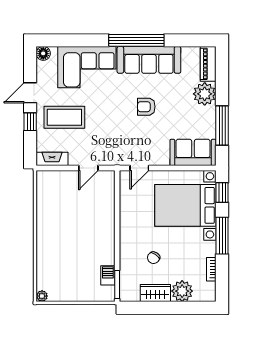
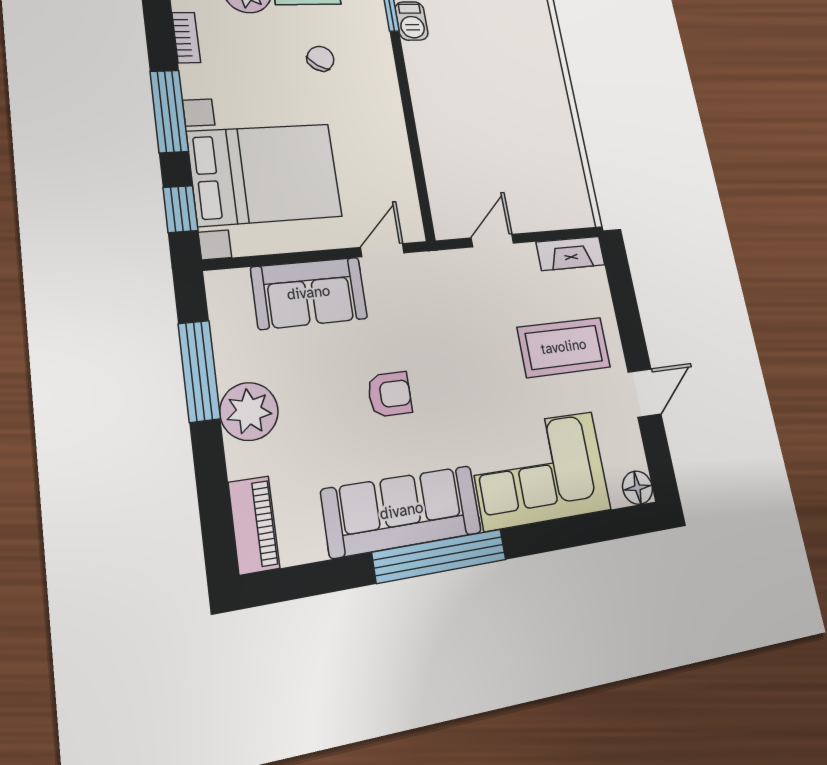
plant: (205, 94) -> (249, 411), moved
window: (30, 122) -> (631, 329), removed
sofa: (193, 152) -> (309, 293), moved

